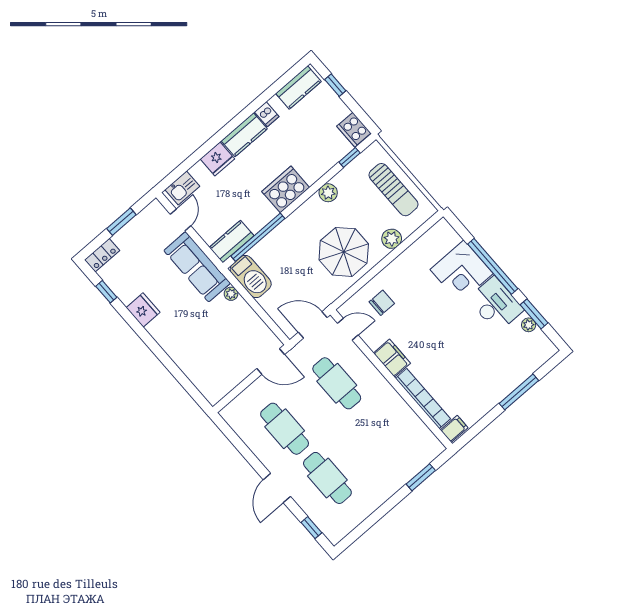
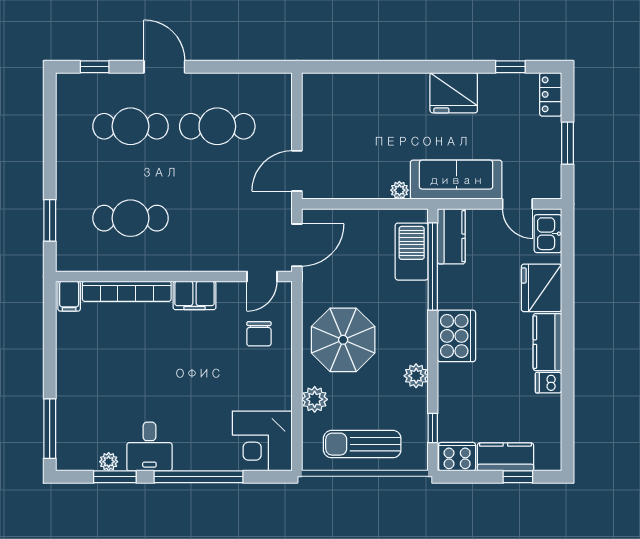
kitchen counter: (298, 87) -> (505, 457), moved, turned 90
fridge: (217, 159) -> (542, 288), width x1.36, depth x1.34
corner desk: (462, 271) -> (262, 441), moved, turned -90
barbecue: (251, 277) -> (412, 252), moved, turned 90
desk: (496, 304) -> (149, 447), width x0.73
fridge: (143, 310) -> (454, 93), width x1.36, depth x1.34
cafe table: (337, 383) -> (130, 218), moved
window: (519, 392) -> (50, 429), moved

